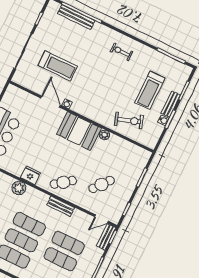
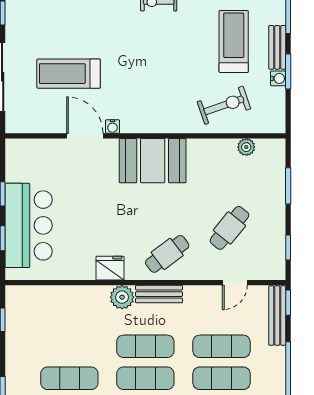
treadmill: (58, 66) -> (69, 74), turned 180
treadmill: (150, 90) -> (234, 41), turned 180
plant: (105, 135) -> (246, 147), moved
plant: (19, 188) -> (122, 297), moved
bench: (61, 206) -> (159, 294), moved
door: (102, 219) -> (235, 283), moved
bench: (106, 237) -> (277, 315), width x1.36

